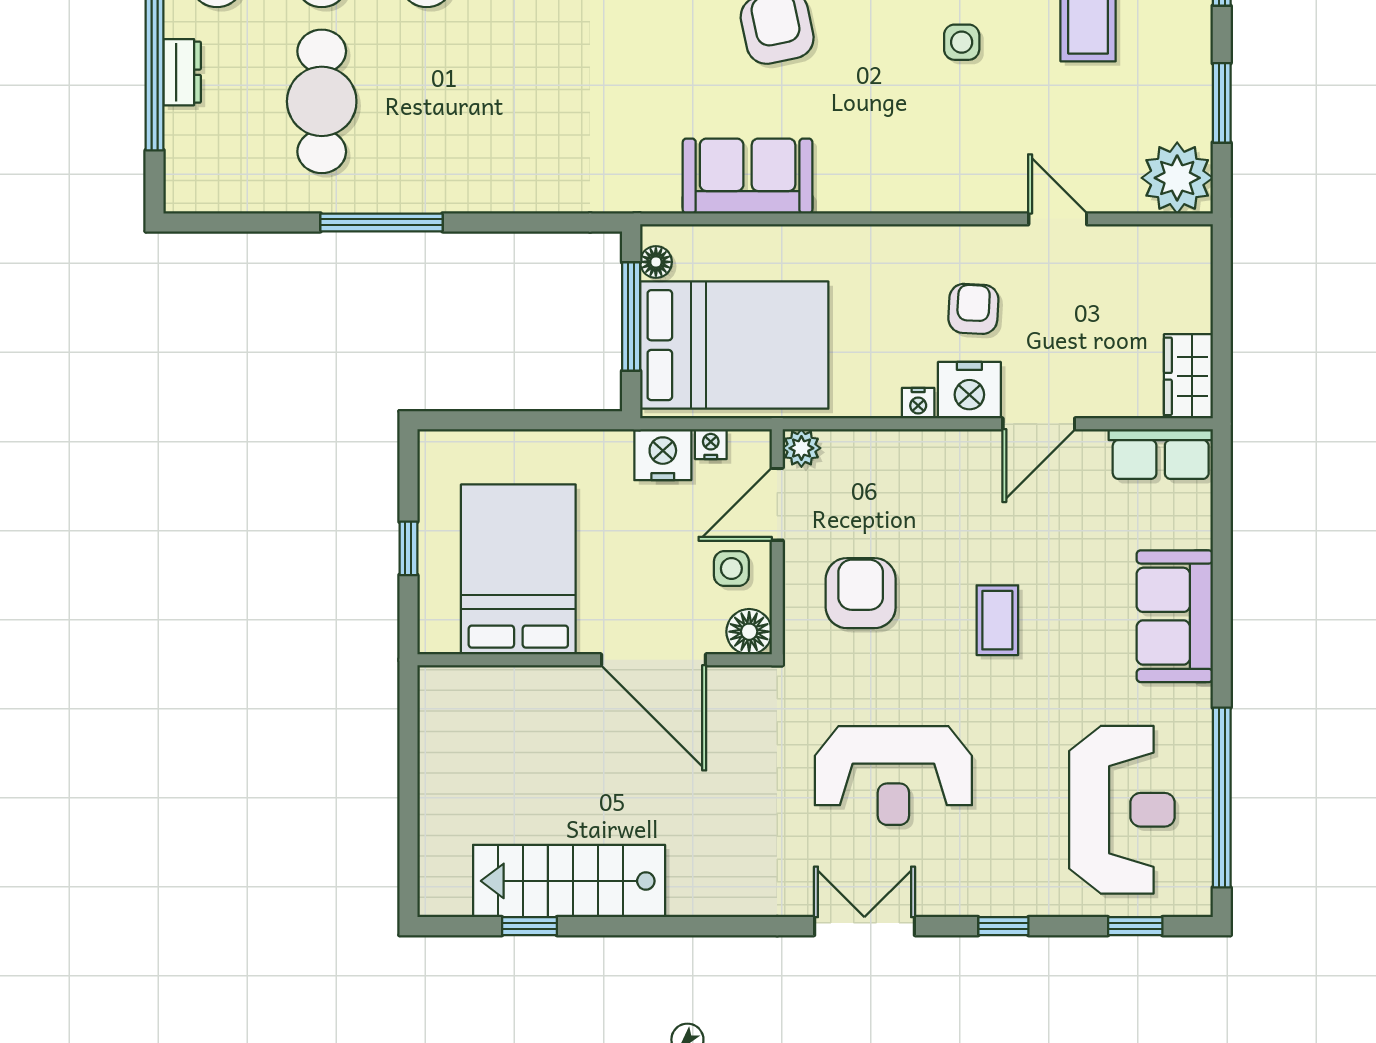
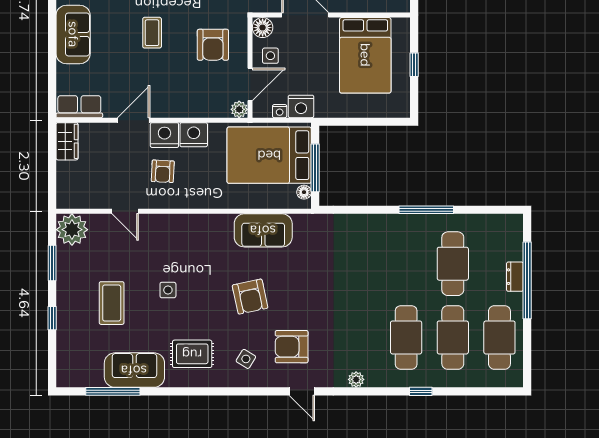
nightstand: (918, 403) -> (194, 135), width x1.89, depth x1.79

